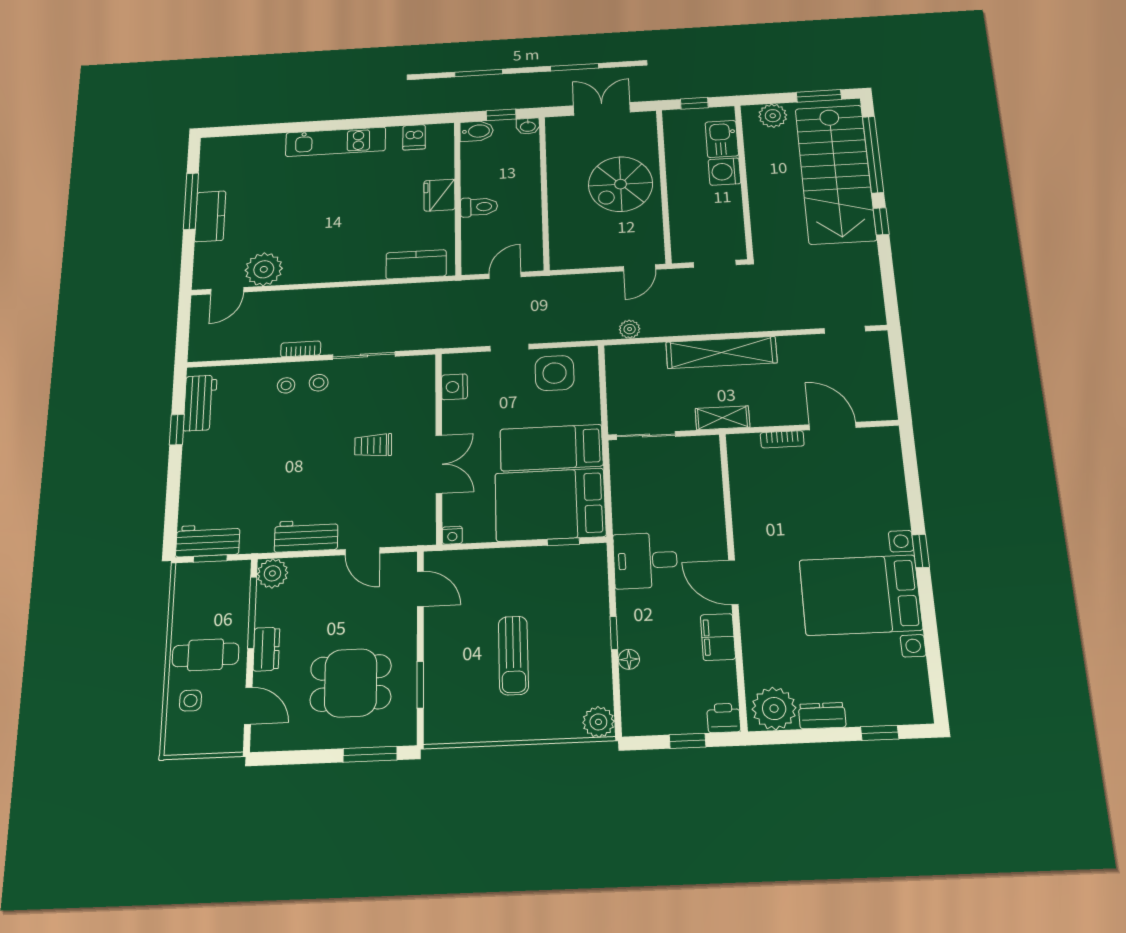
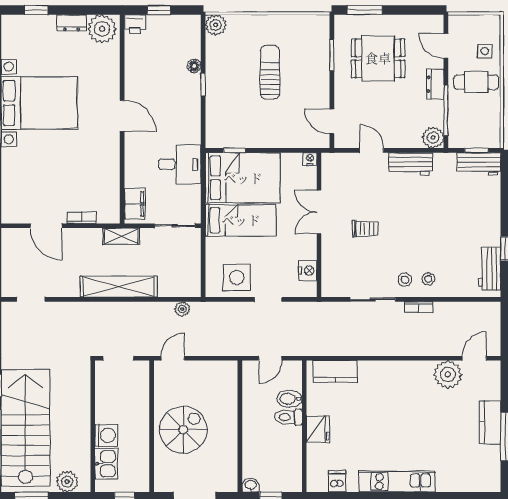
bidet: (477, 131) -> (290, 399), moved
desk: (645, 560) -> (180, 164), moved
filing cabinet: (718, 637) -> (135, 204), moved

